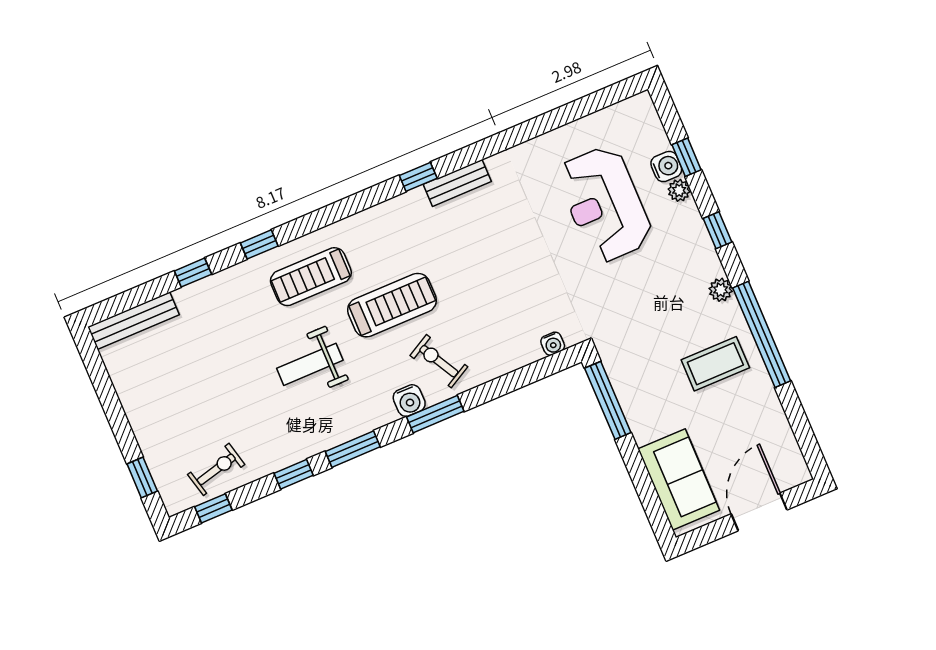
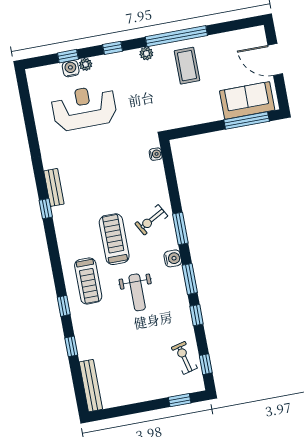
reception desk: (605, 204) -> (84, 108), turned 180
window: (608, 400) -> (247, 121), moved
water cooler: (409, 401) -> (173, 258), moved

